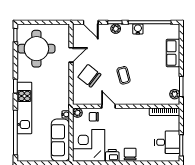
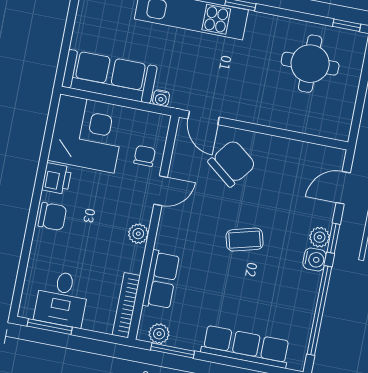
water cooler: (138, 29) -> (315, 260), moved
round table: (36, 49) -> (310, 64), width x0.73, depth x0.73
row of seats: (173, 53) -> (246, 347), width x1.48
door: (71, 55) -> (204, 118), moved
coffee table: (124, 75) -> (245, 240), moved
row of seats: (150, 98) -> (161, 280), added
plant: (77, 113) -> (138, 234), moved

